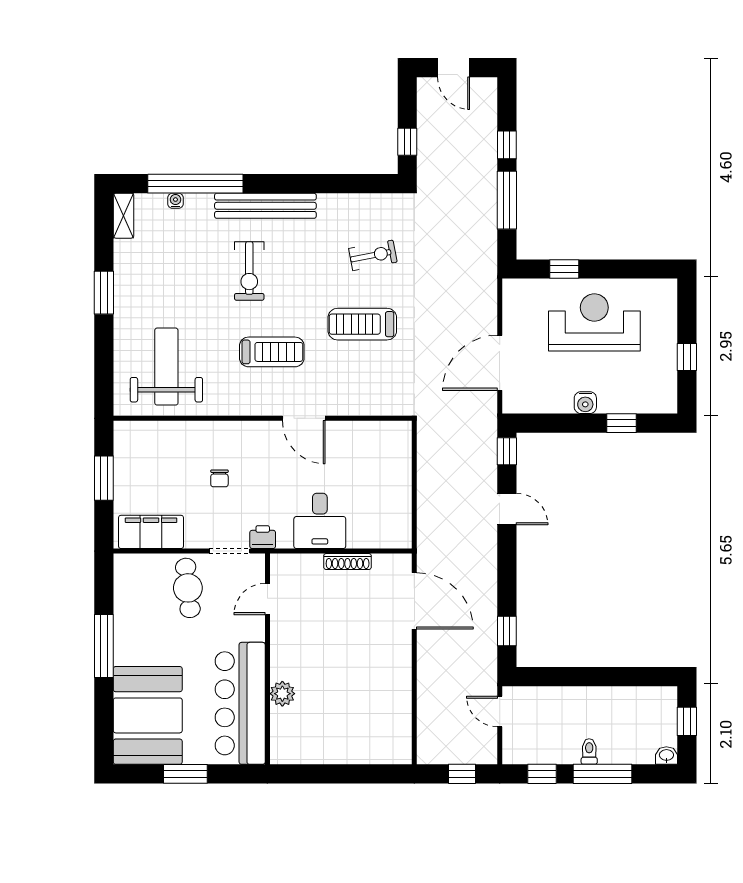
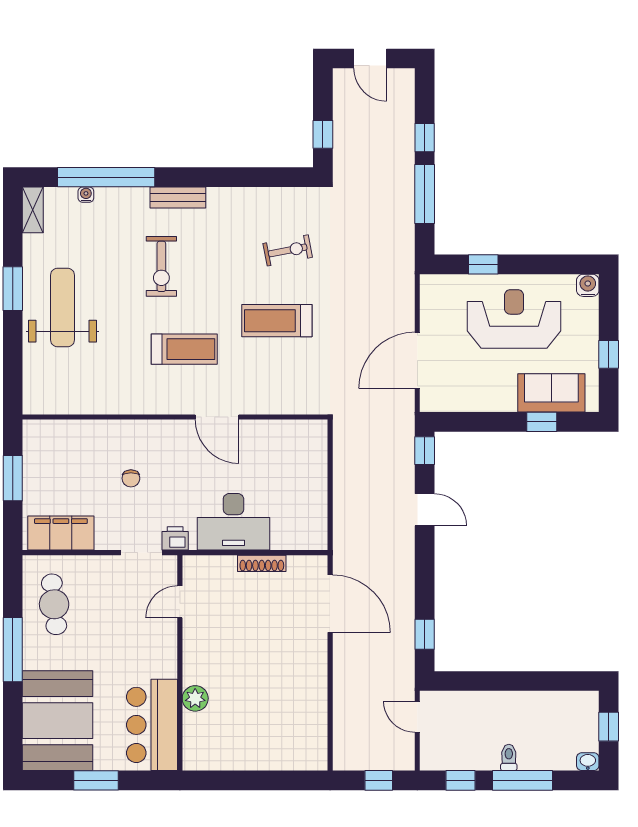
bench: (265, 206) -> (178, 197), width x0.54, depth x0.82
weight bench: (166, 367) -> (62, 307), moved
sofa: (631, 395) -> (551, 393), added
water cooler: (585, 403) -> (588, 285), moved, turned 180
desk: (320, 521) -> (233, 522), width x1.37
cafe table: (188, 588) -> (54, 604), moved
bar counter: (240, 703) -> (152, 725), width x0.73

